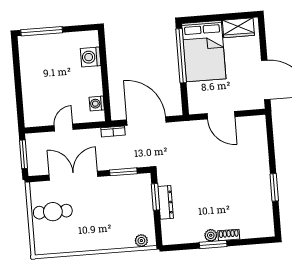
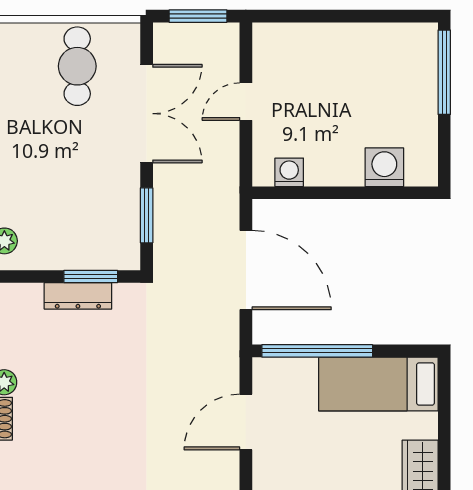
bed: (204, 51) -> (378, 384), width x0.67
window: (181, 56) -> (317, 351), moved
door: (146, 121) -> (246, 270), hinge flipped
door: (64, 128) -> (246, 102), swing flipped
bookcase: (113, 131) -> (230, 201), removed

